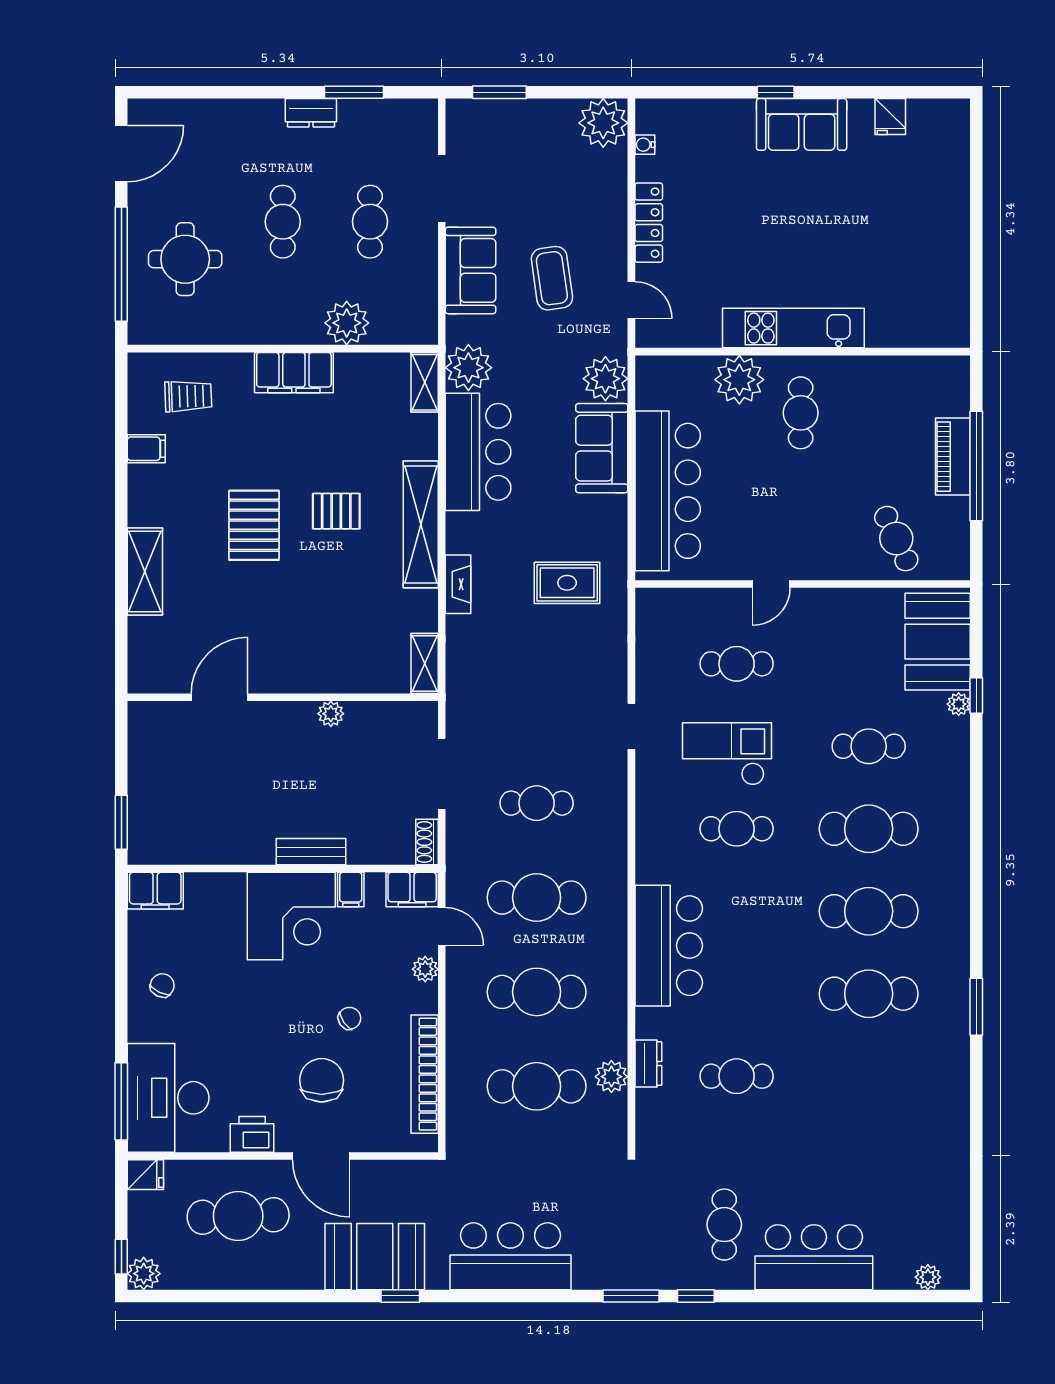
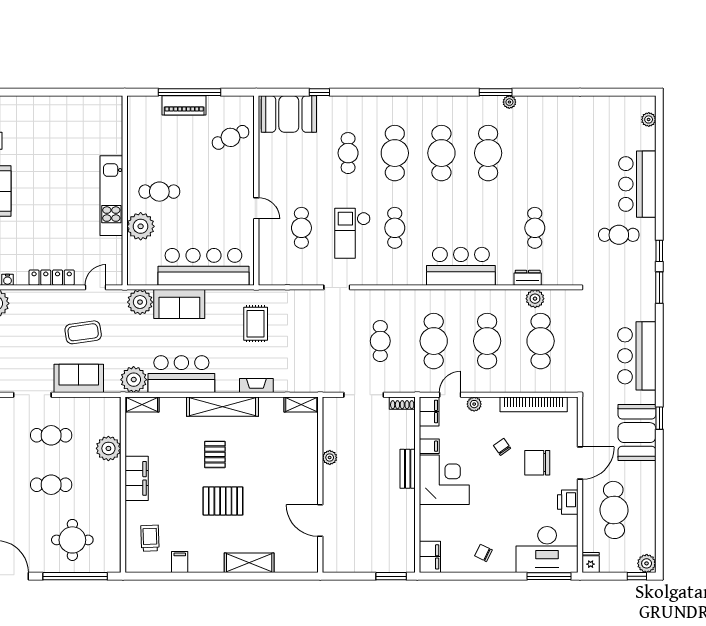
plant: (959, 704) -> (509, 102), moved

